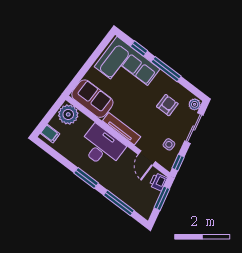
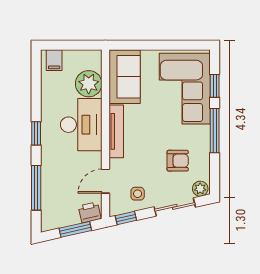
plant: (68, 114) -> (89, 84), moved
window: (86, 178) -> (36, 133), width x0.67

